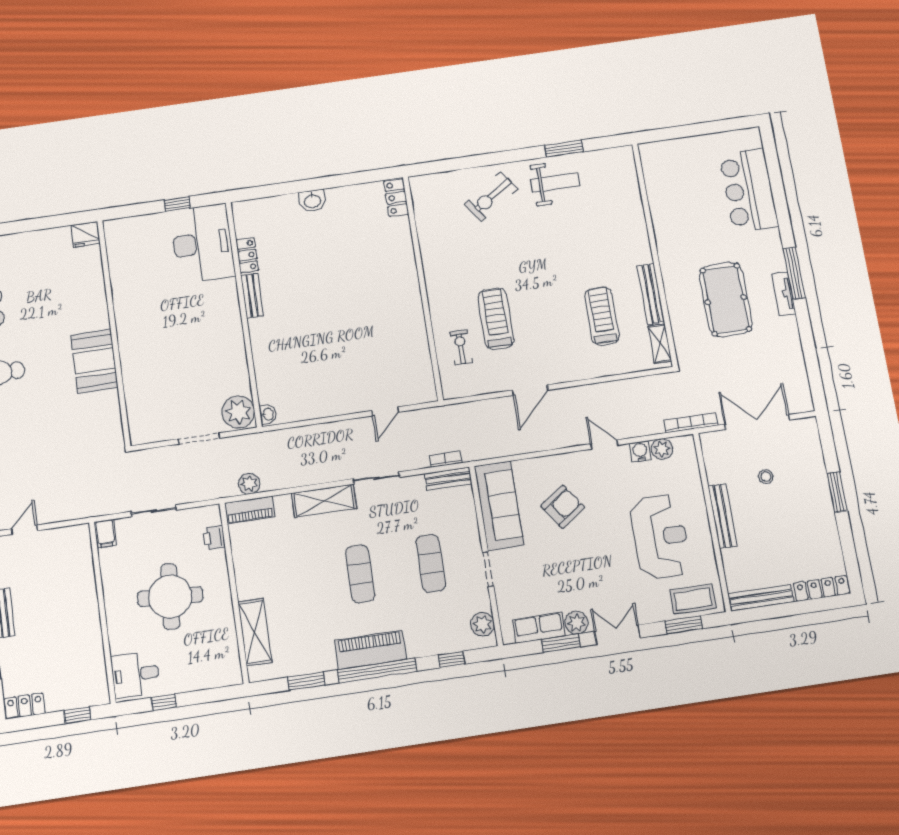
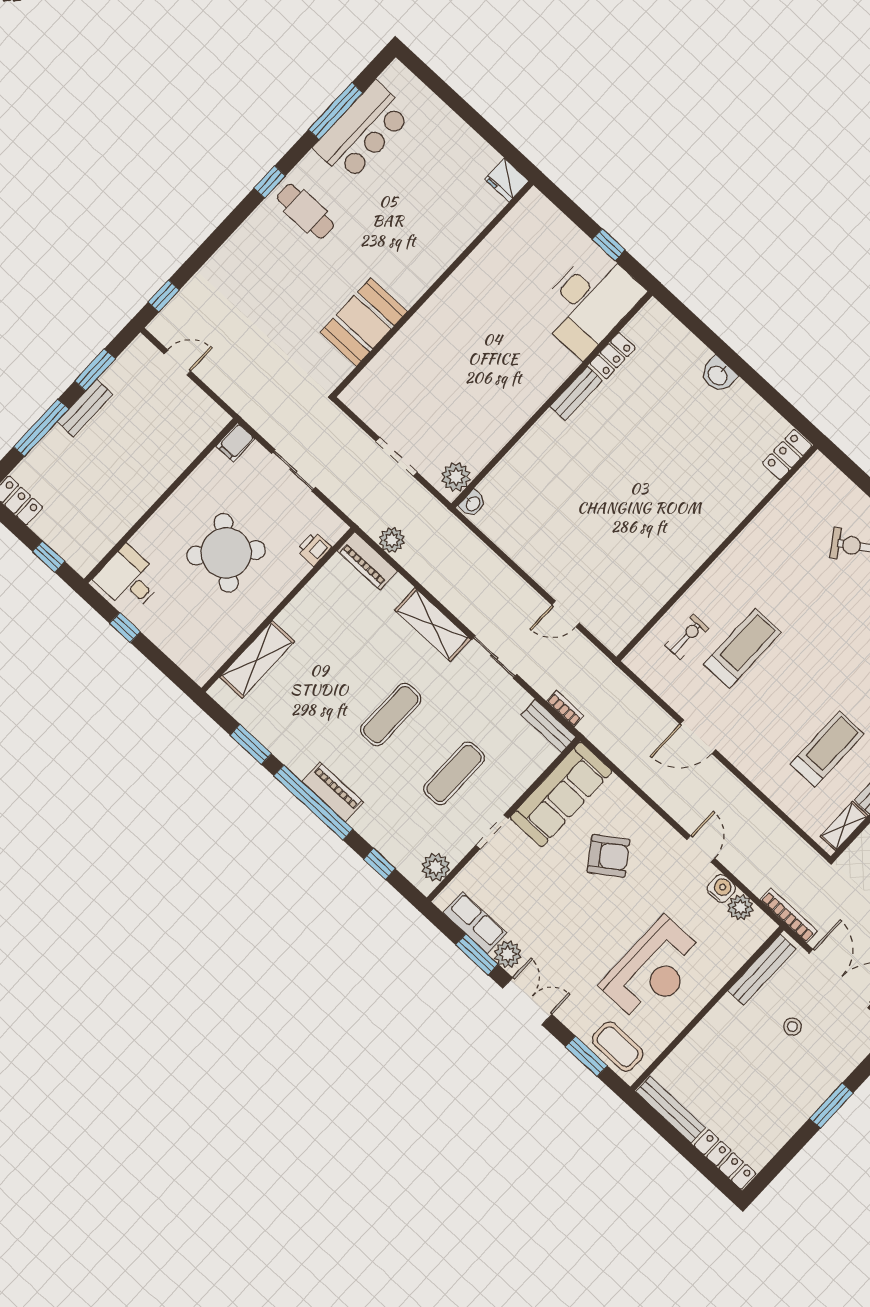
booth: (94, 361) -> (364, 322), moved
plant: (238, 412) -> (456, 477), width x0.73, depth x0.73
bench: (722, 516) -> (762, 970), moved
round table: (170, 597) -> (226, 553), turned 38
piano: (371, 650) -> (333, 792), width x0.73, depth x0.75

